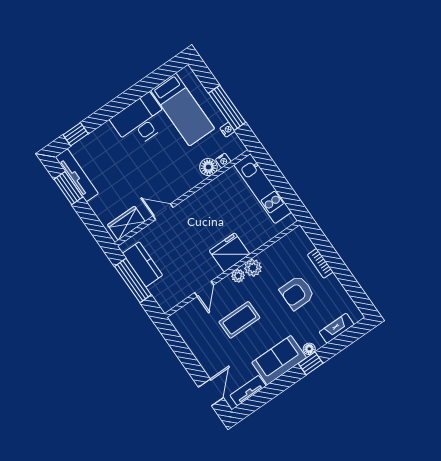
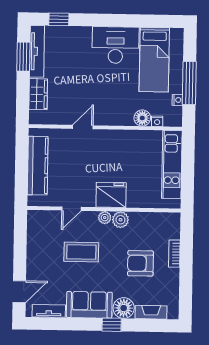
door: (163, 212) -> (83, 127), hinge flipped
wardrobe: (126, 223) -> (38, 94), moved, turned 90
kitchen counter: (142, 264) -> (38, 166), width x1.50
window: (133, 281) -> (22, 163), removed
floor lamp: (309, 349) -> (124, 308), width x1.89, depth x1.89

